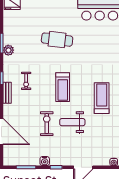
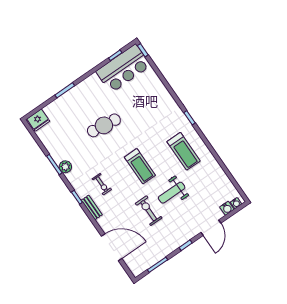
treadmill: (102, 98) -> (184, 151), turned 180
water cooler: (45, 161) -> (227, 208), moved

